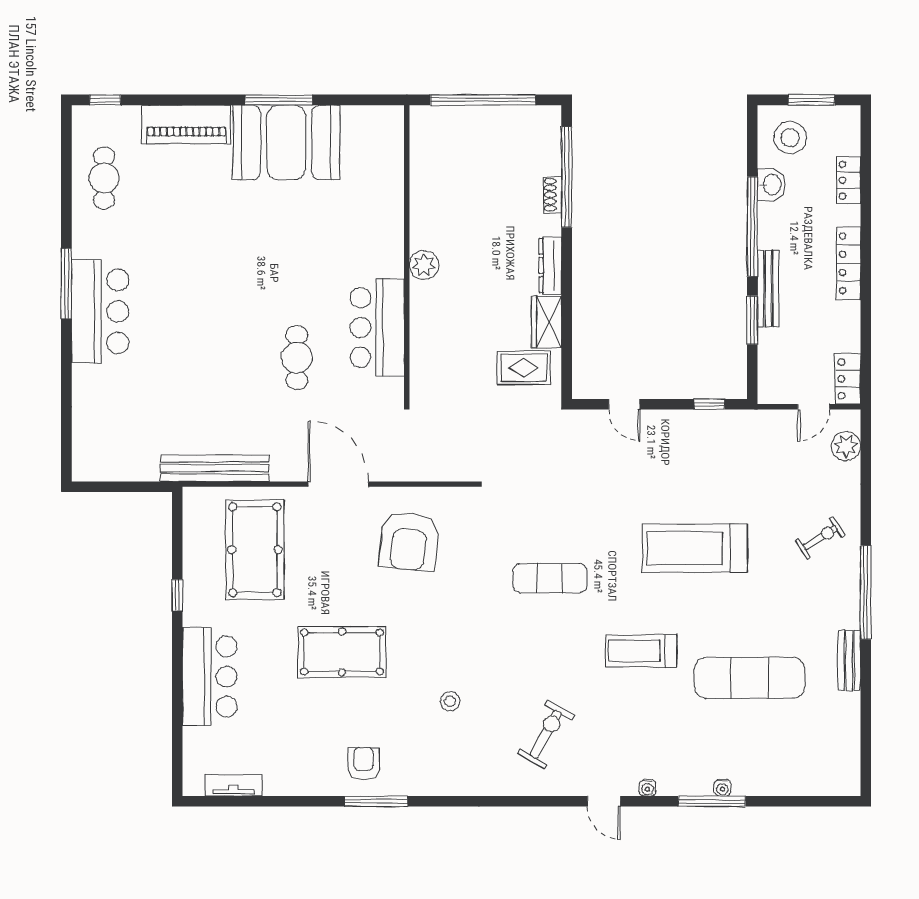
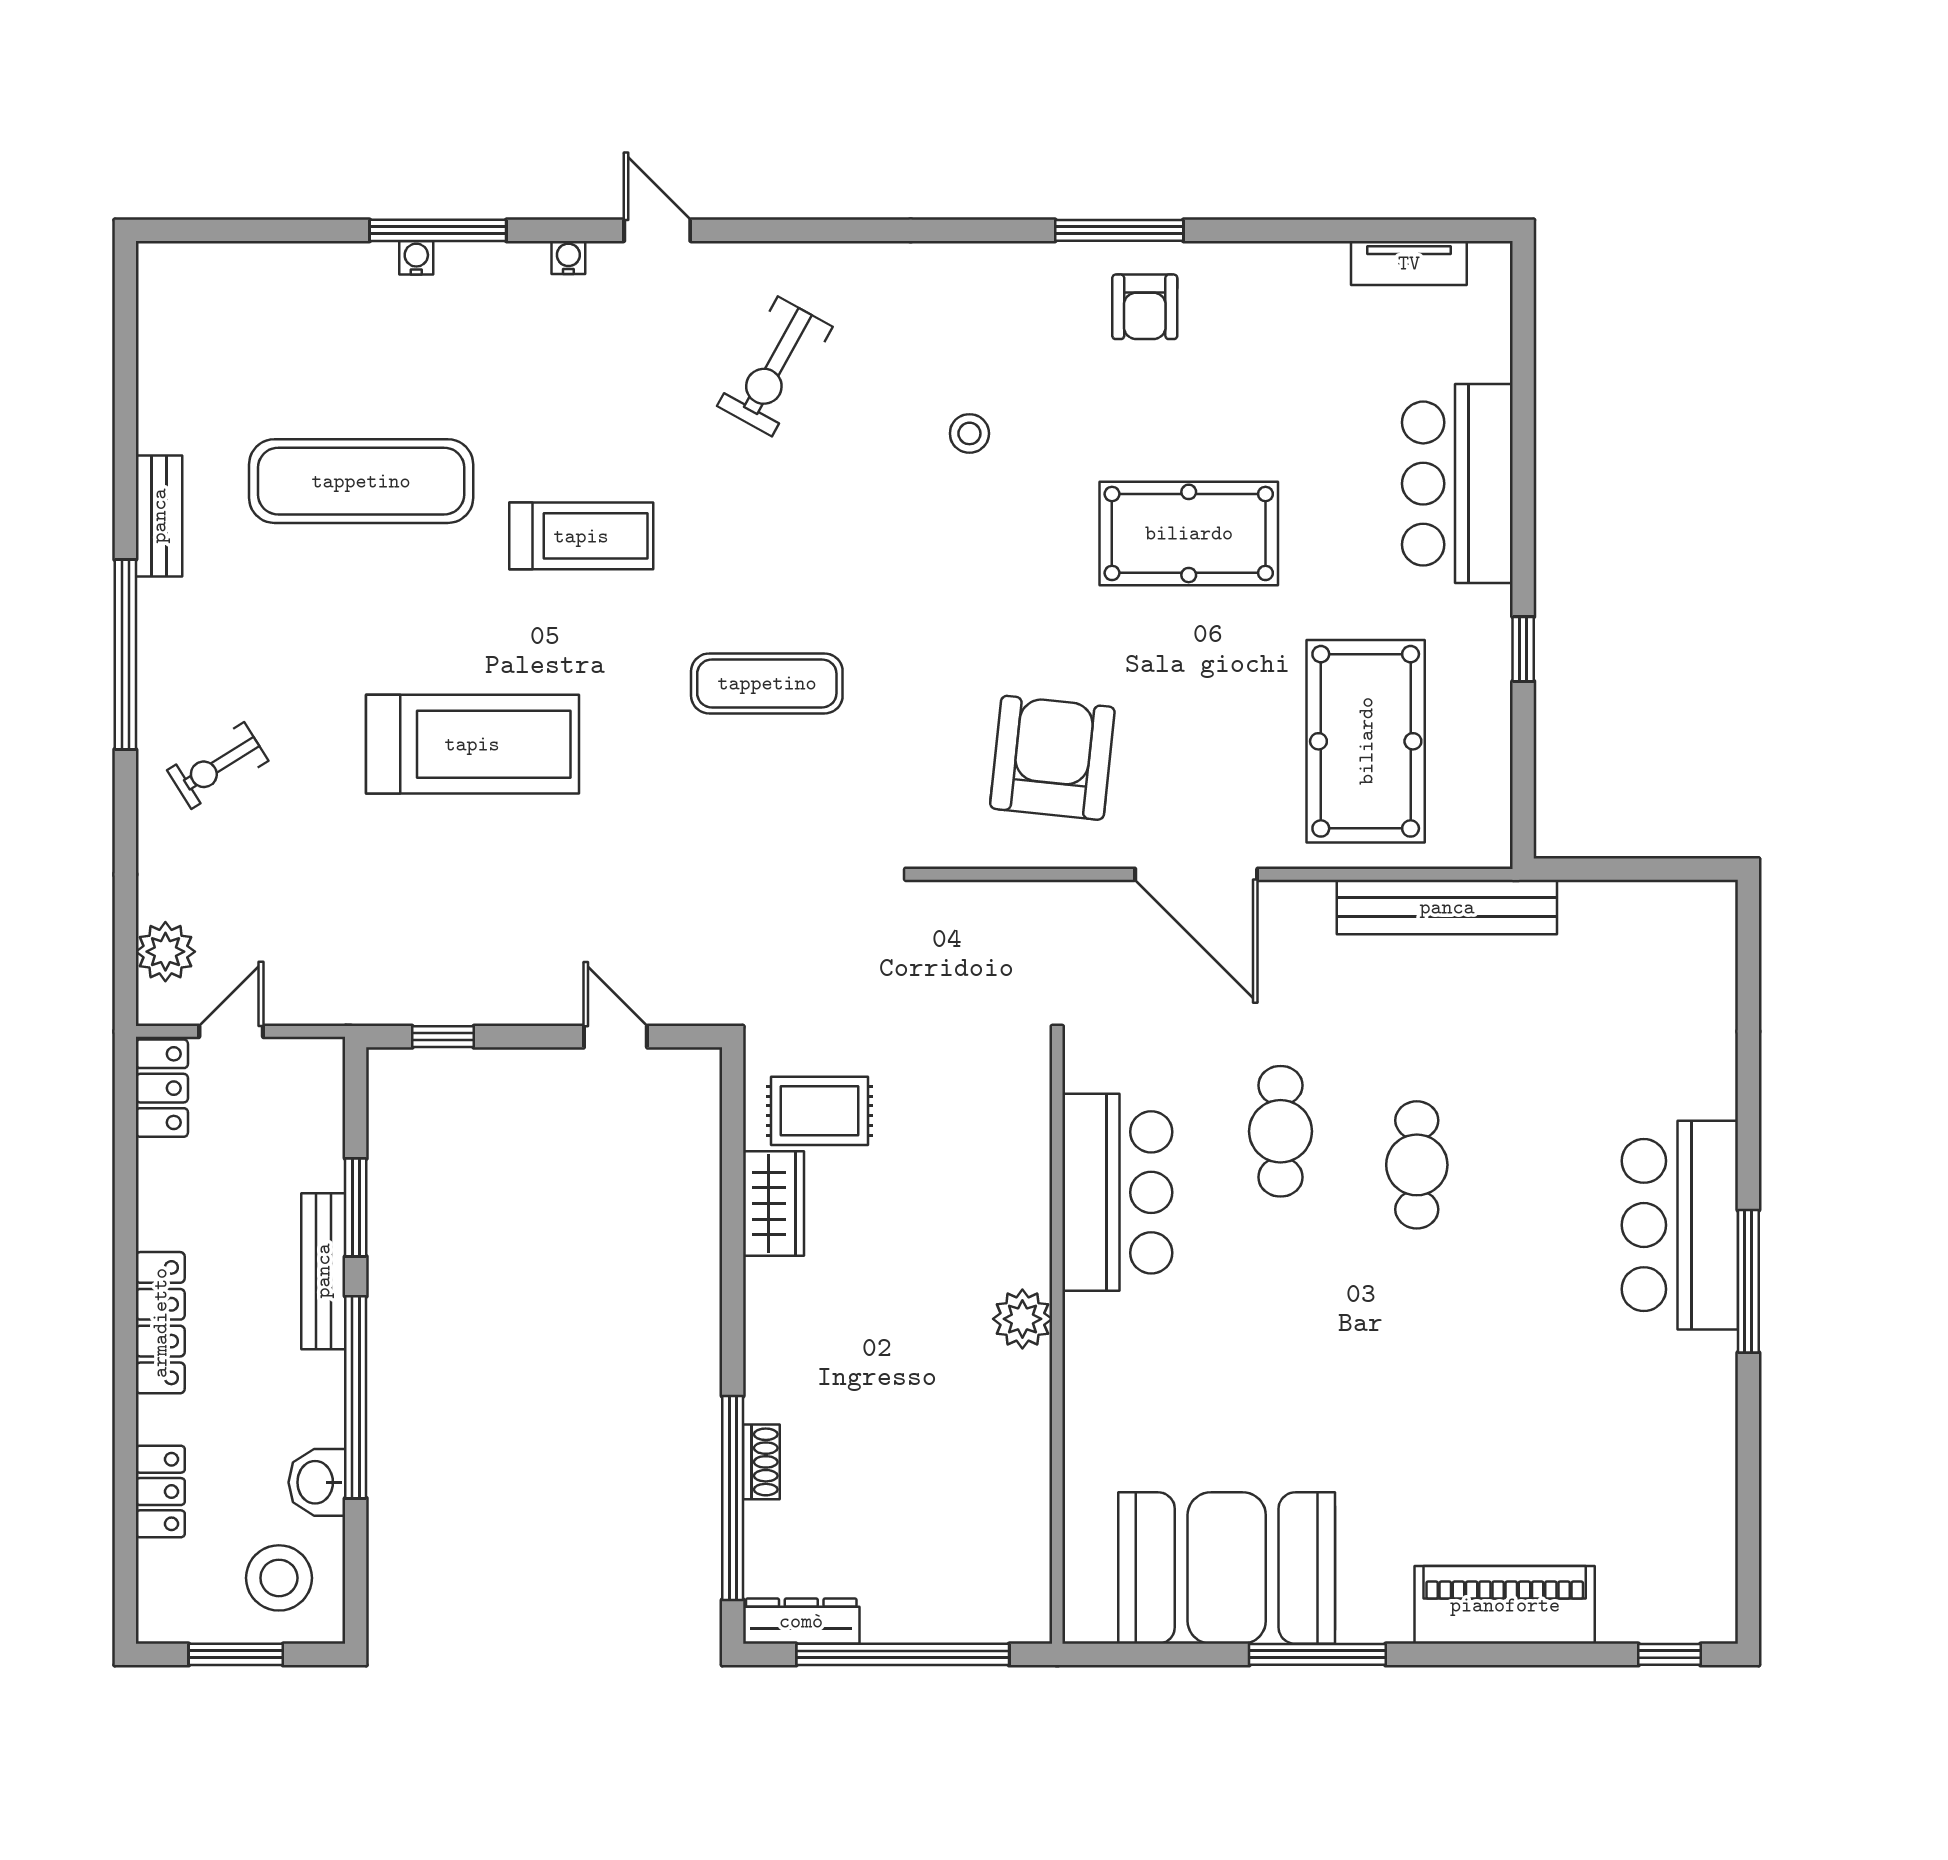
booth: (286, 142) -> (1227, 1568), moved
cafe table: (104, 178) -> (1417, 1165), moved
dresser: (550, 265) -> (801, 1621), moved, turned -90

